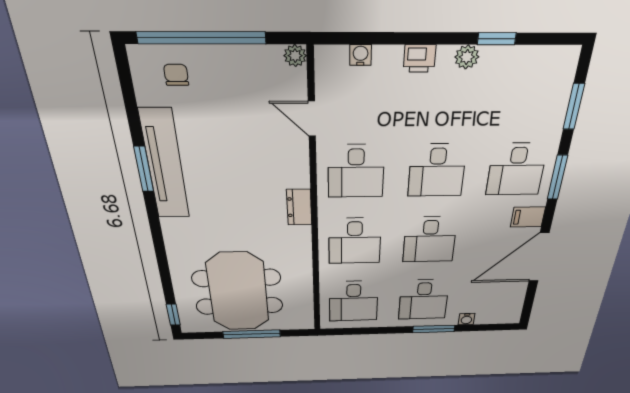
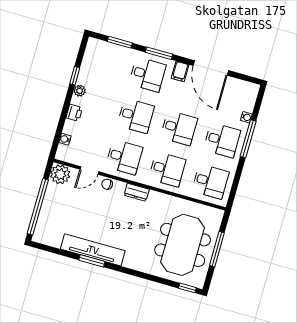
plant: (295, 56) -> (60, 174), width x1.87, depth x1.87
chair: (176, 75) -> (107, 184), moved
meeting table: (238, 292) -> (183, 245), turned 90
window: (434, 329) -> (248, 139), width x1.44

